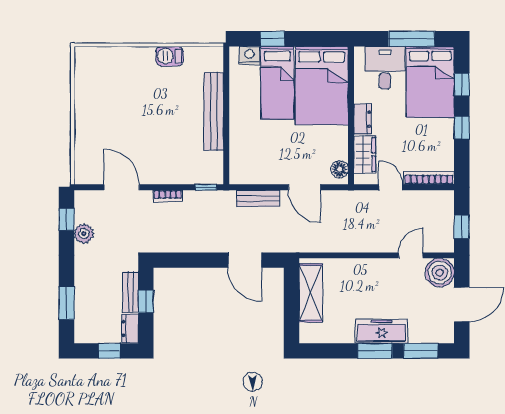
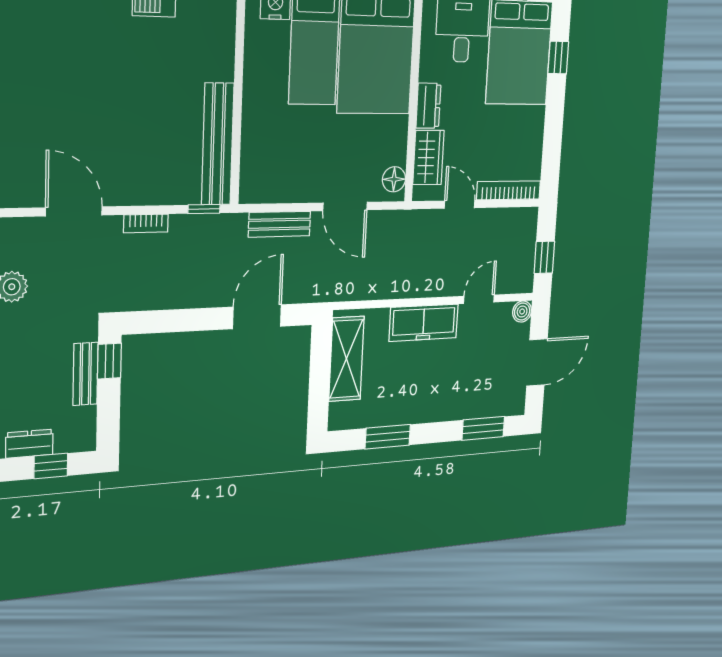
bench: (214, 111) -> (218, 144), moved
window: (462, 128) -> (554, 119), removed
door: (245, 260) -> (257, 317), swing flipped
boiler: (440, 273) -> (522, 312), width x0.54, depth x0.54
window: (146, 301) -> (109, 361), moved
dresser: (130, 328) -> (29, 444), moved, turned 90
freezer: (382, 331) -> (424, 323), moved, turned 180
window: (375, 351) -> (388, 437), moved

